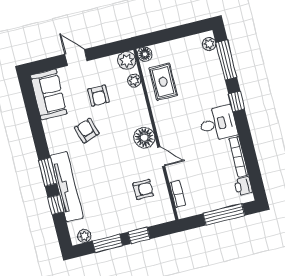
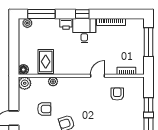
plant: (134, 81) -> (53, 82), moved
rug: (163, 82) -> (46, 62), turned 90
window: (236, 101) -> (82, 14), moved
floor lamp: (144, 138) -> (81, 84), removed
printer: (243, 186) -> (66, 24), moved

